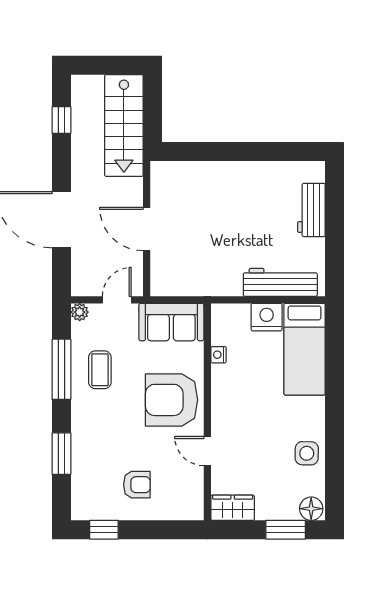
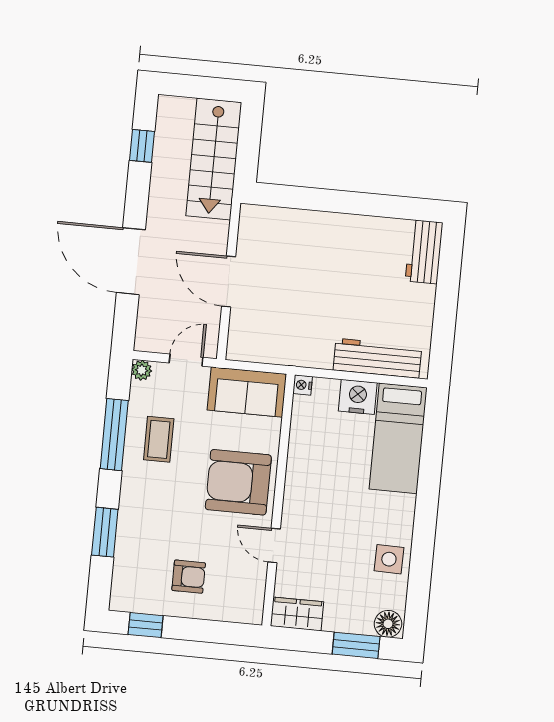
workbench: (311, 210) -> (424, 252), moved
nightstand: (219, 355) -> (303, 385), moved

